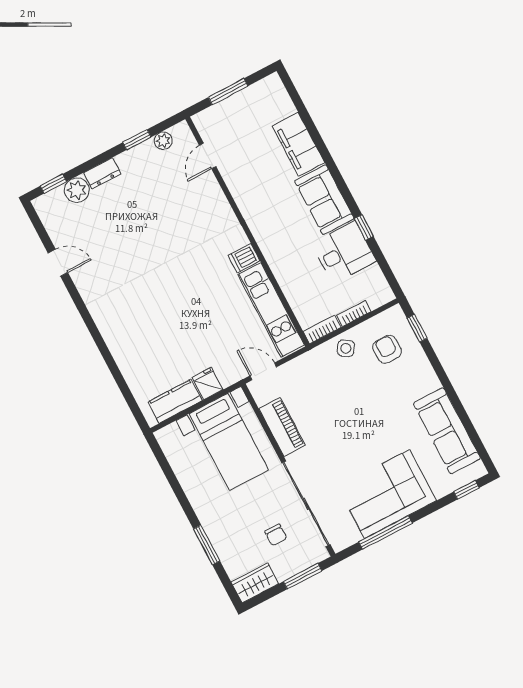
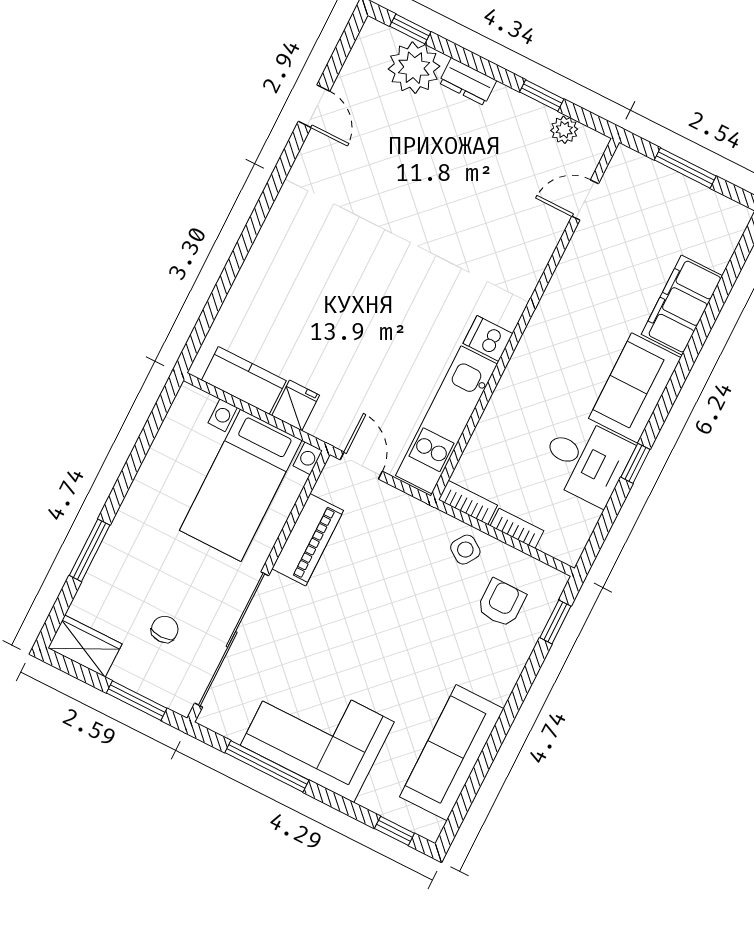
plant: (77, 190) -> (414, 68), width x1.36, depth x1.36
chair: (276, 535) -> (165, 629), turned 180

